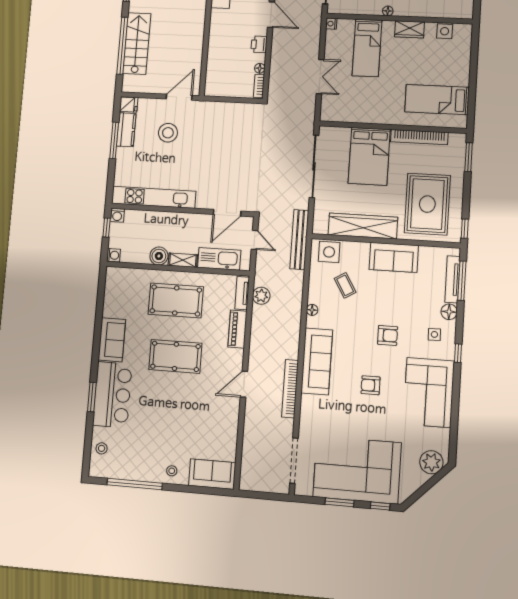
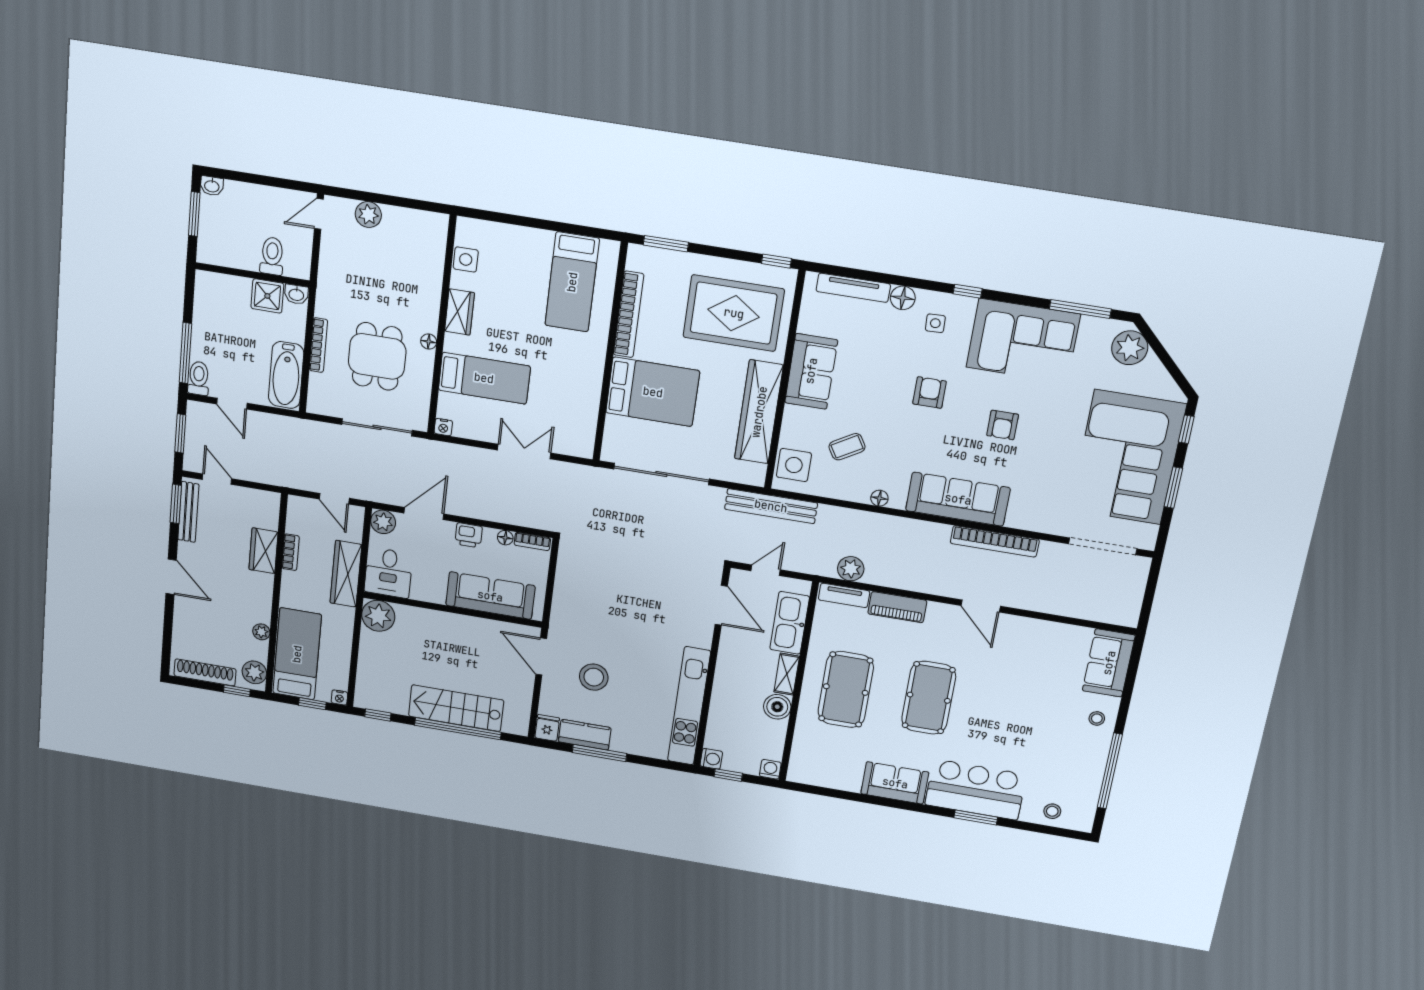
sofa: (219, 61) -> (490, 596), added
window: (462, 281) -> (1080, 309), moved

